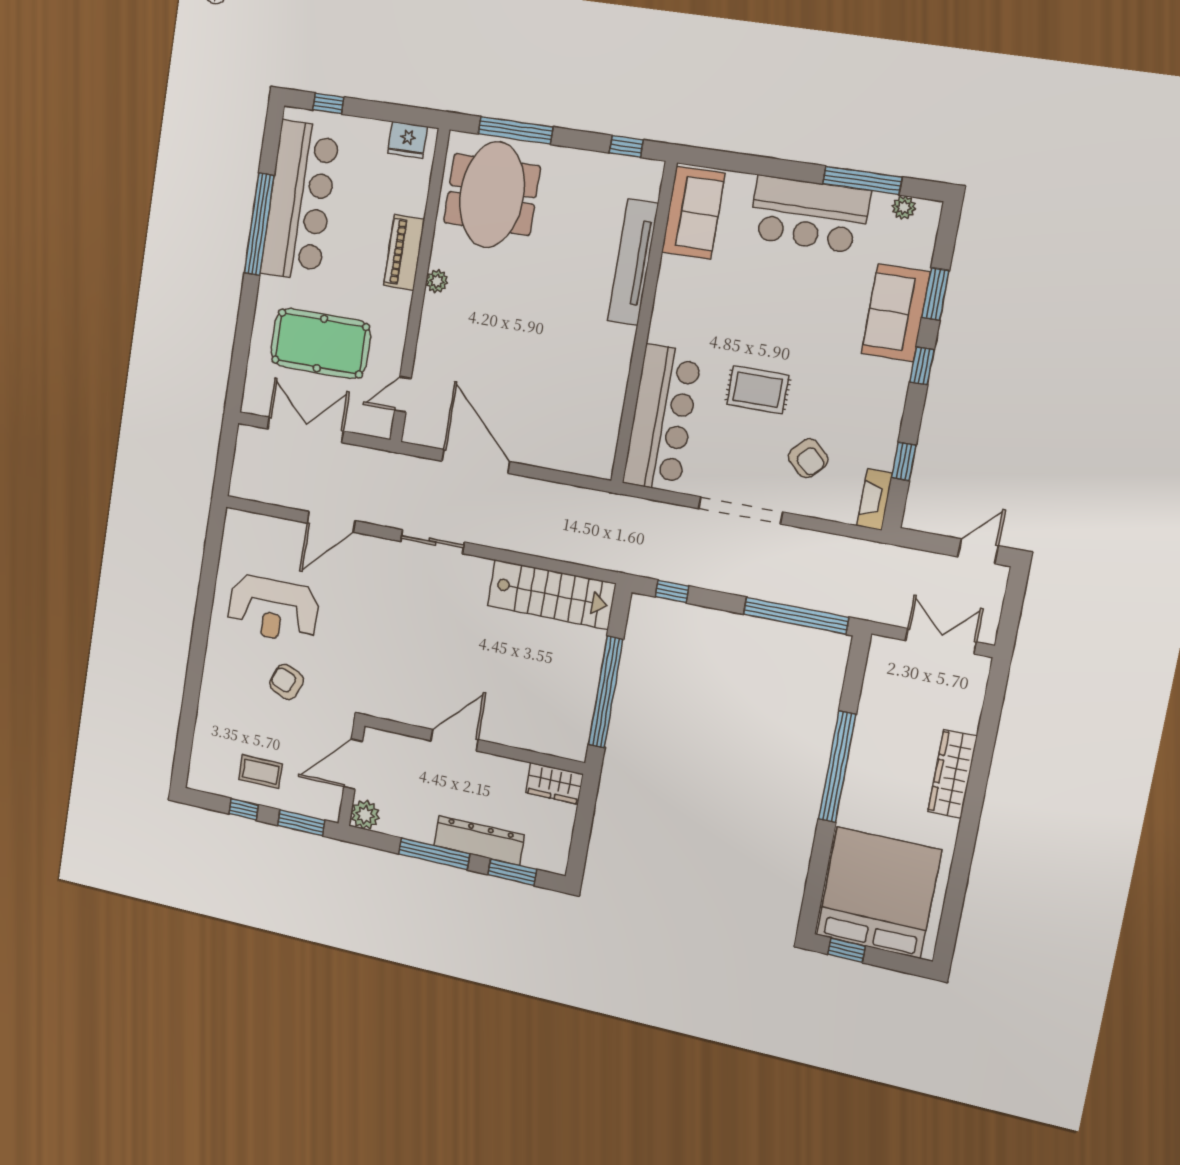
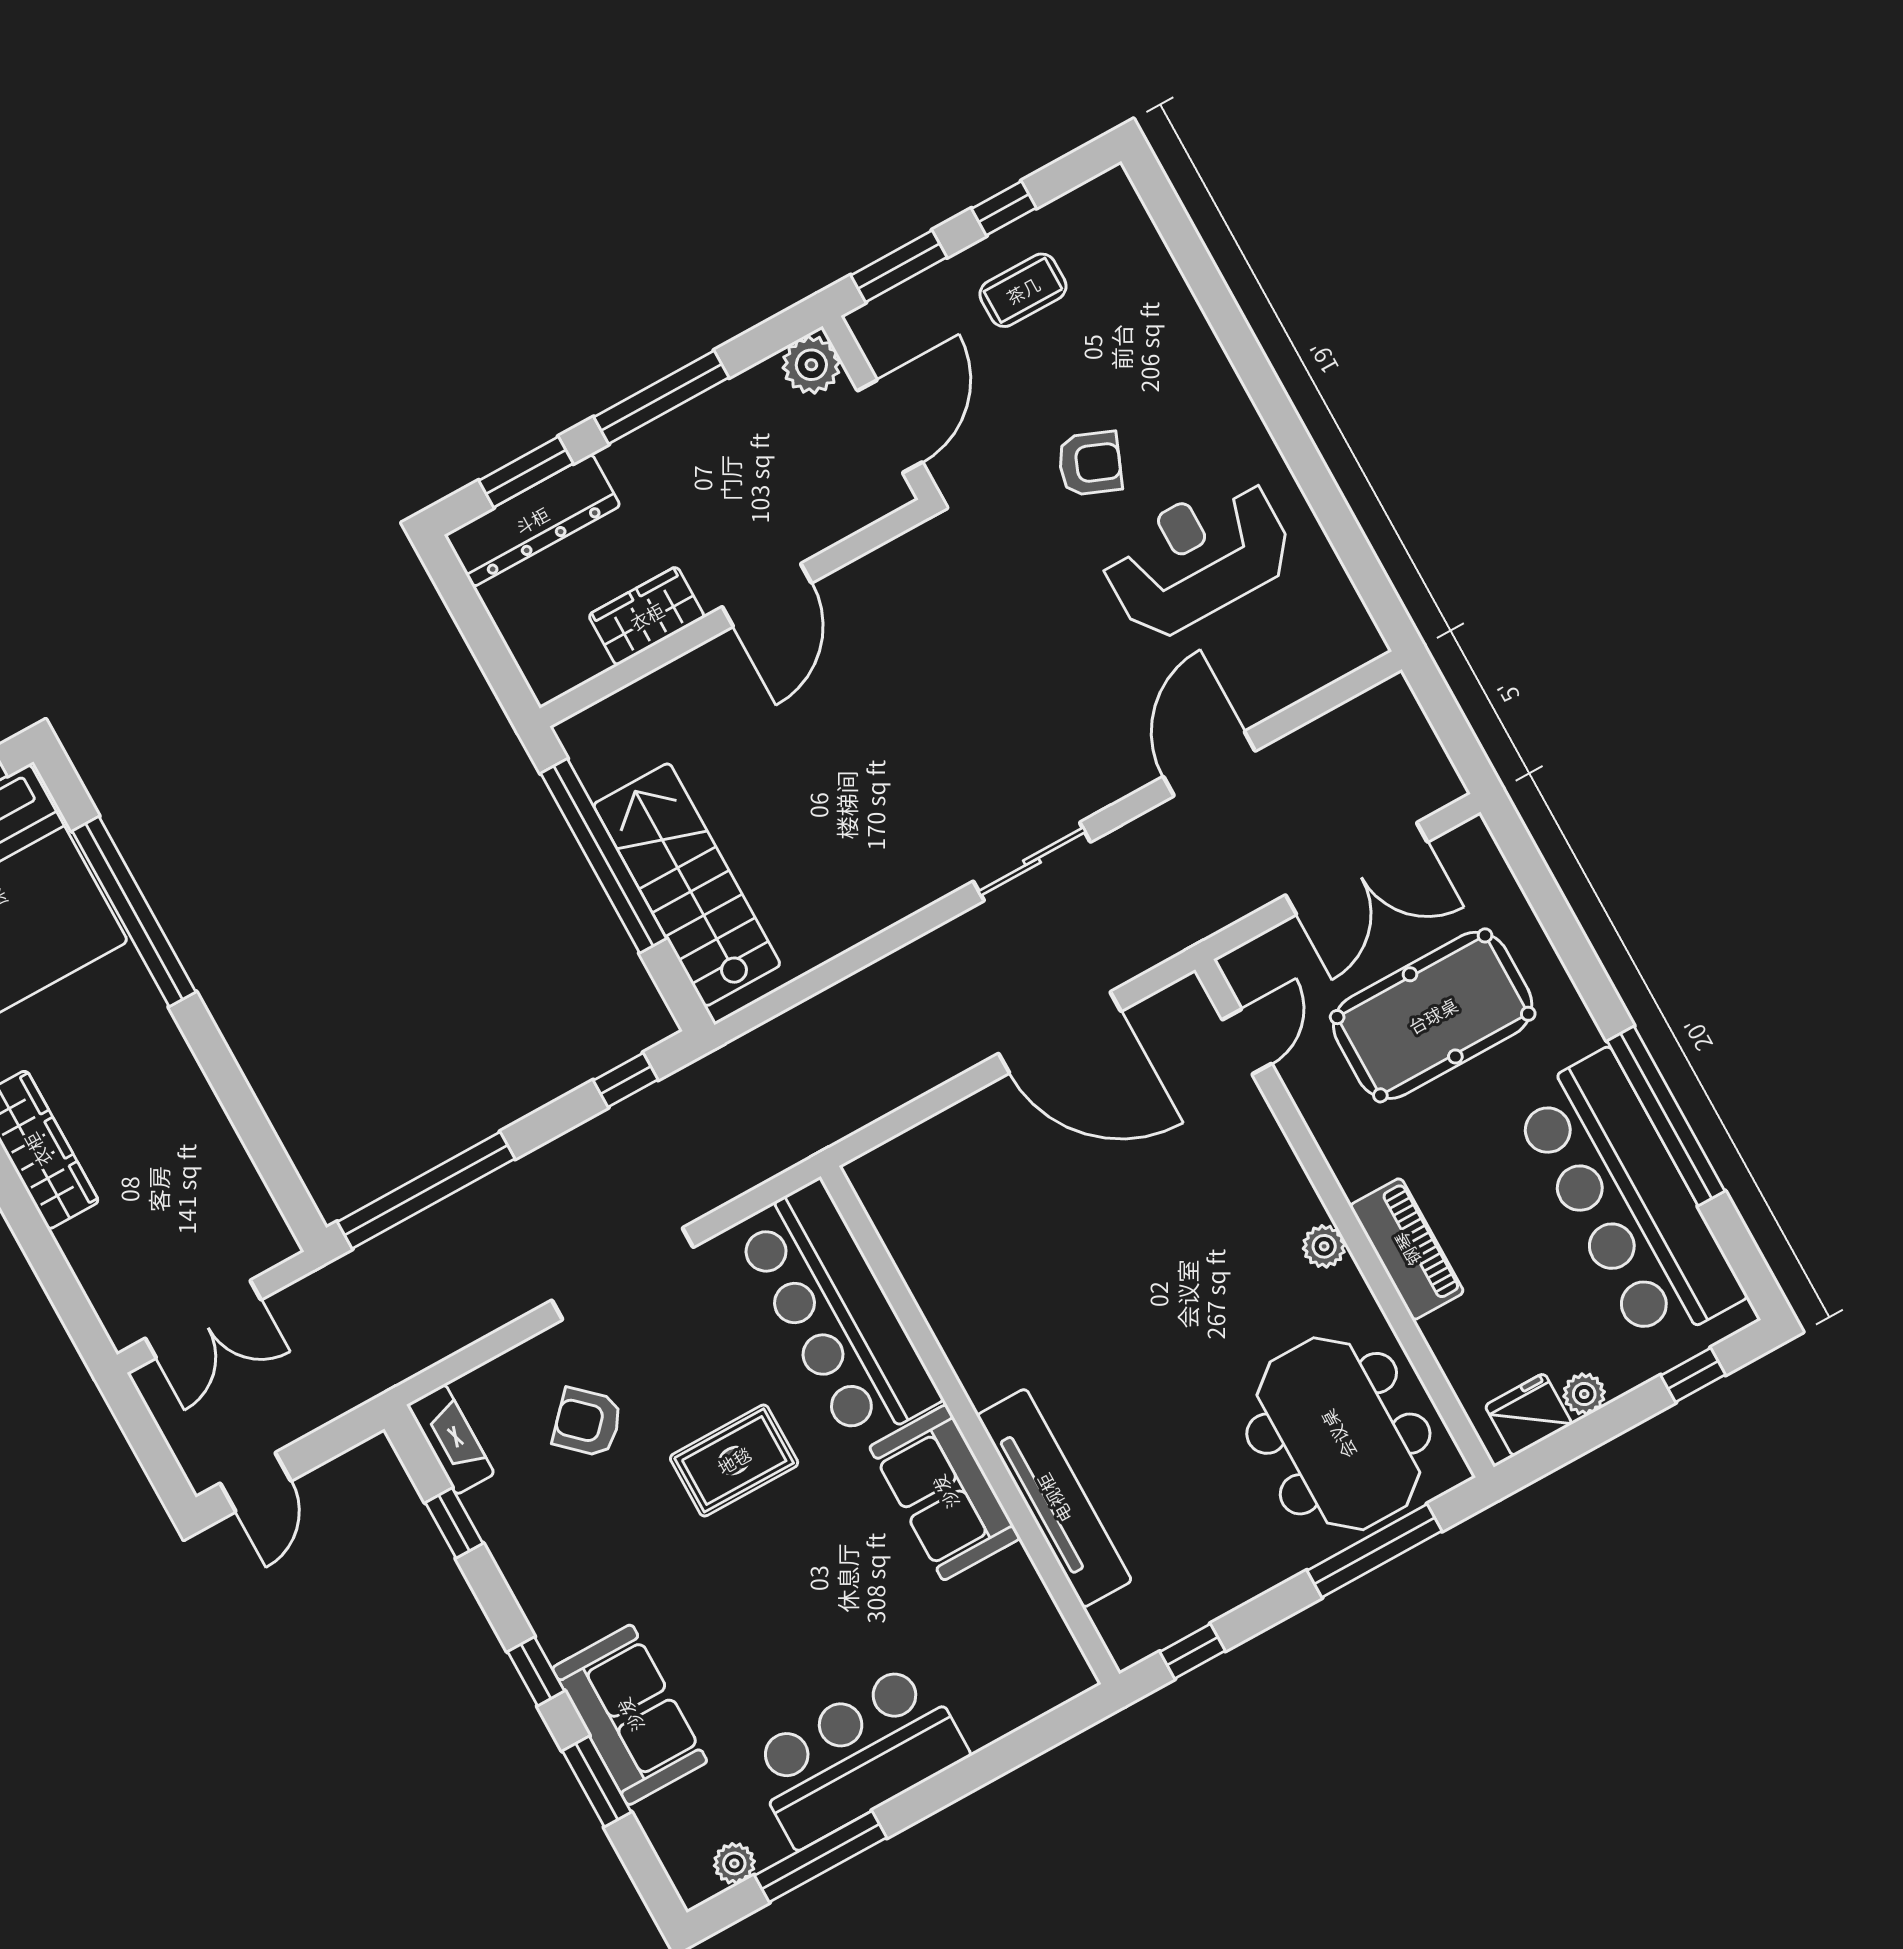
plant: (378, 131) -> (1584, 1394), added
sofa: (693, 213) -> (945, 1492), moved
stairs: (551, 595) -> (687, 885), moved, turned 90
window: (837, 767) -> (134, 911), moved
wardrobe: (555, 783) -> (647, 616), moved
dresser: (479, 840) -> (532, 520), moved

